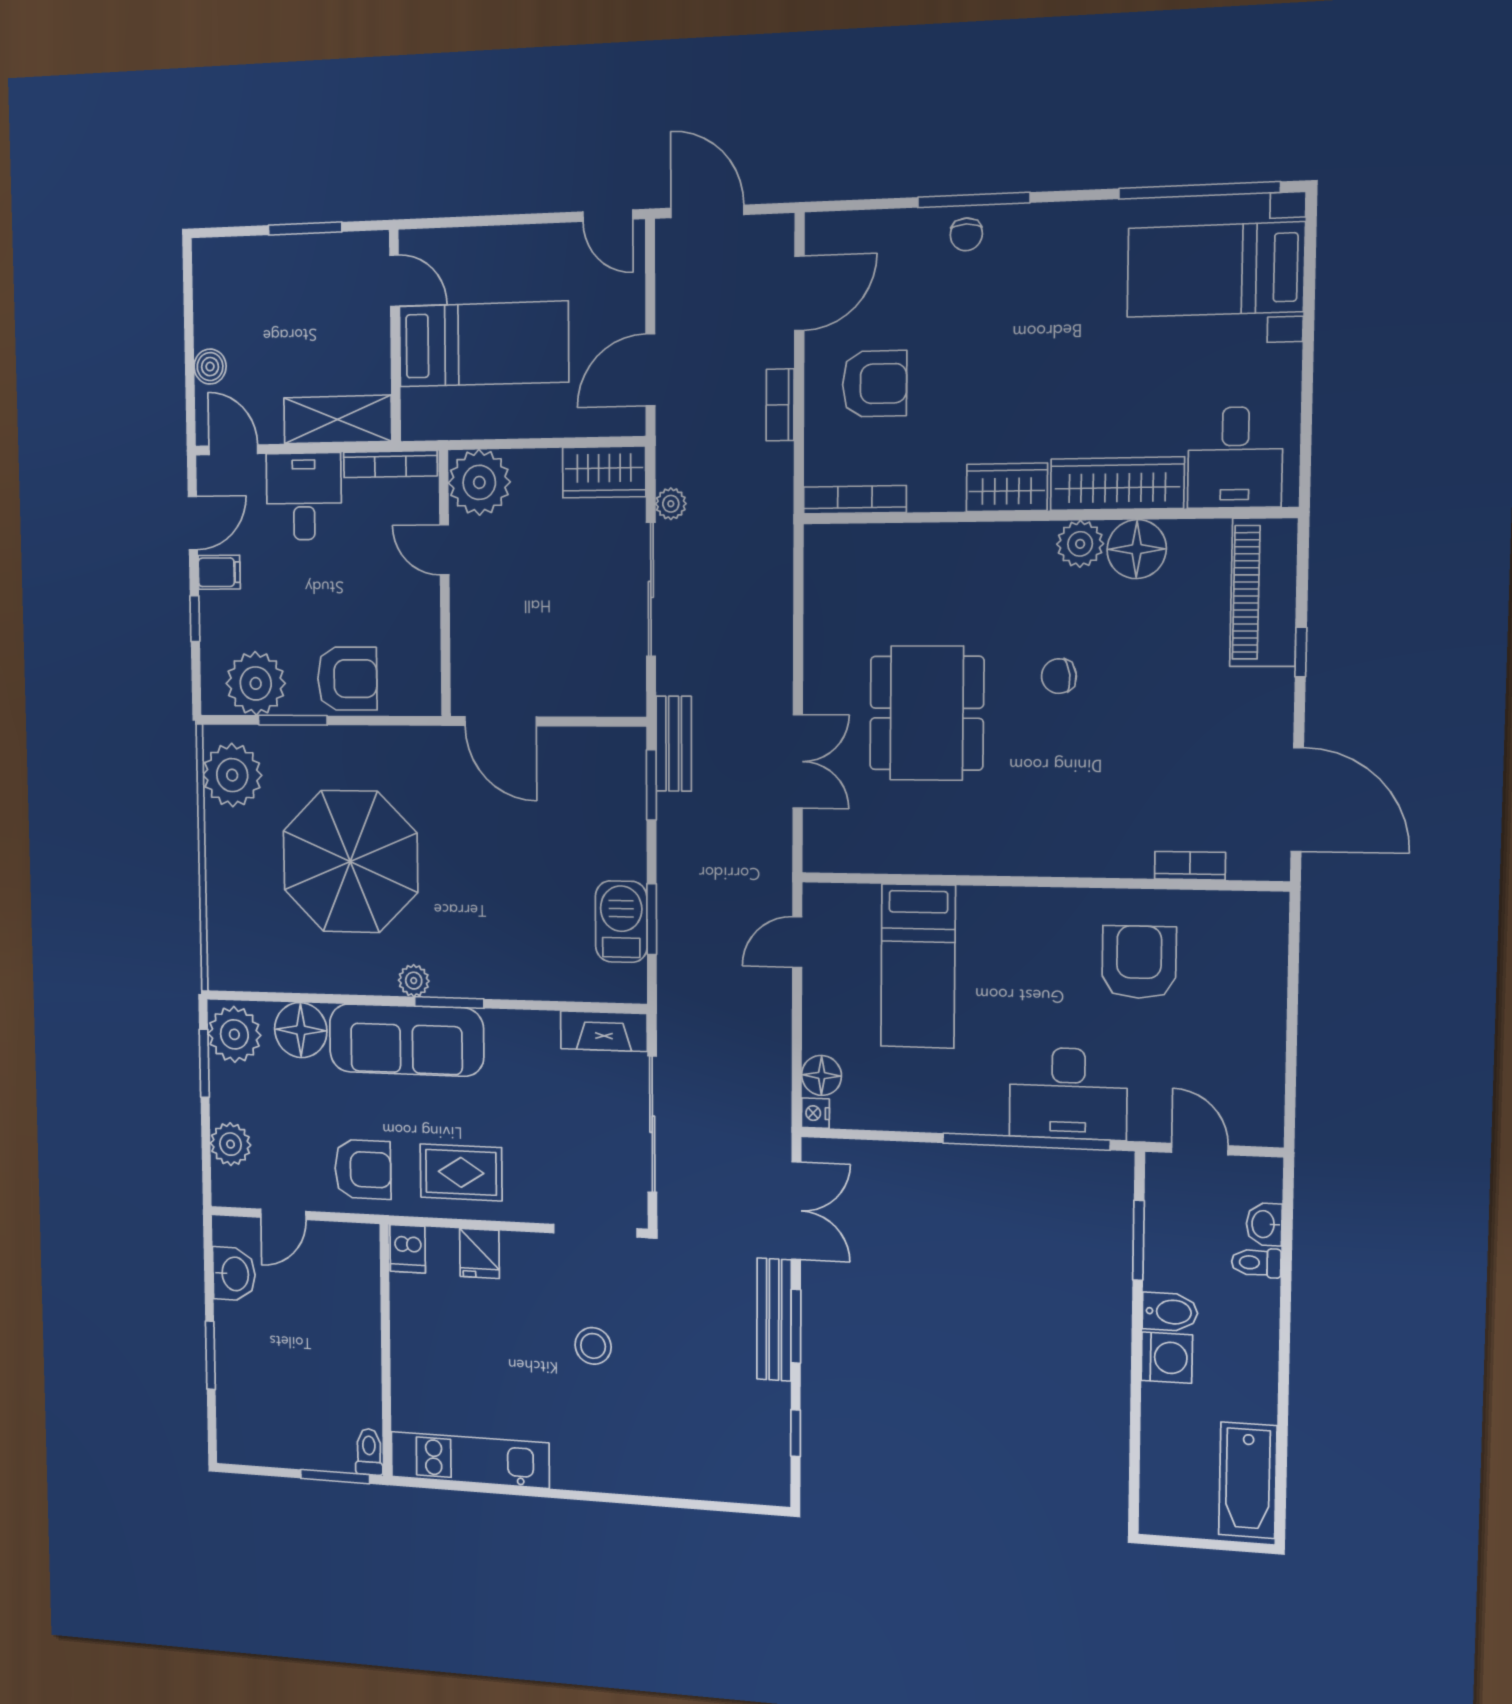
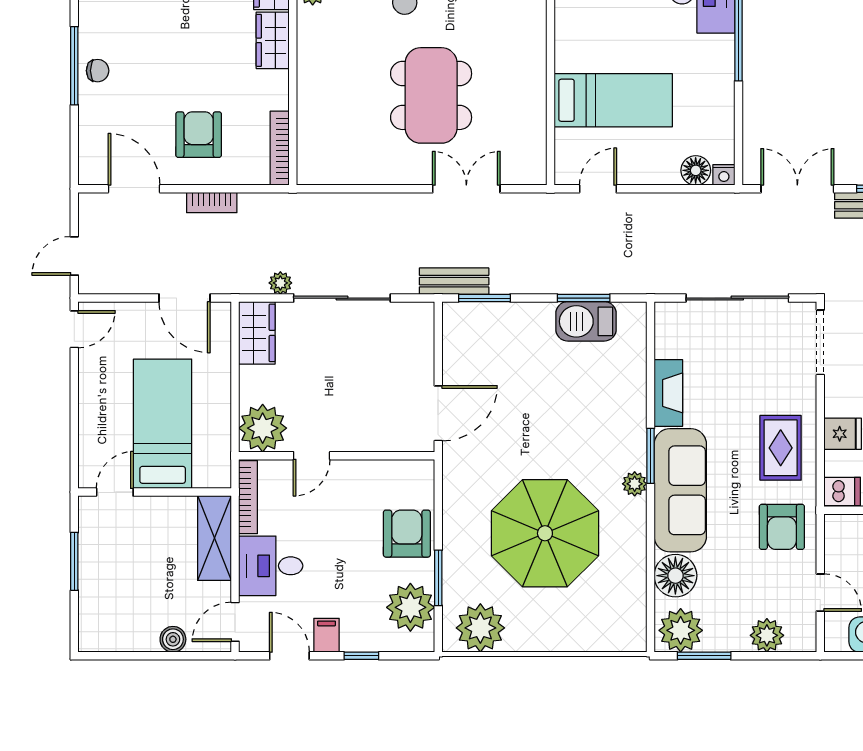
door: (707, 211) -> (74, 256), width x0.73
dining table: (927, 713) -> (431, 95), turned 90
door: (797, 942) -> (598, 189), swing flipped
fireplace: (604, 1031) -> (668, 393), moved
armchair: (363, 1169) -> (782, 527), turned 180

